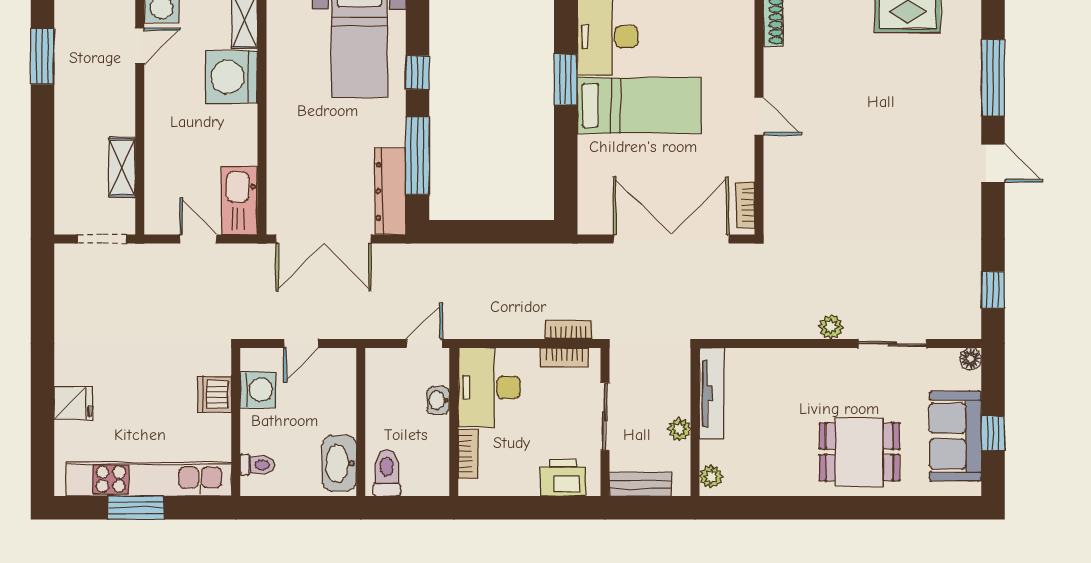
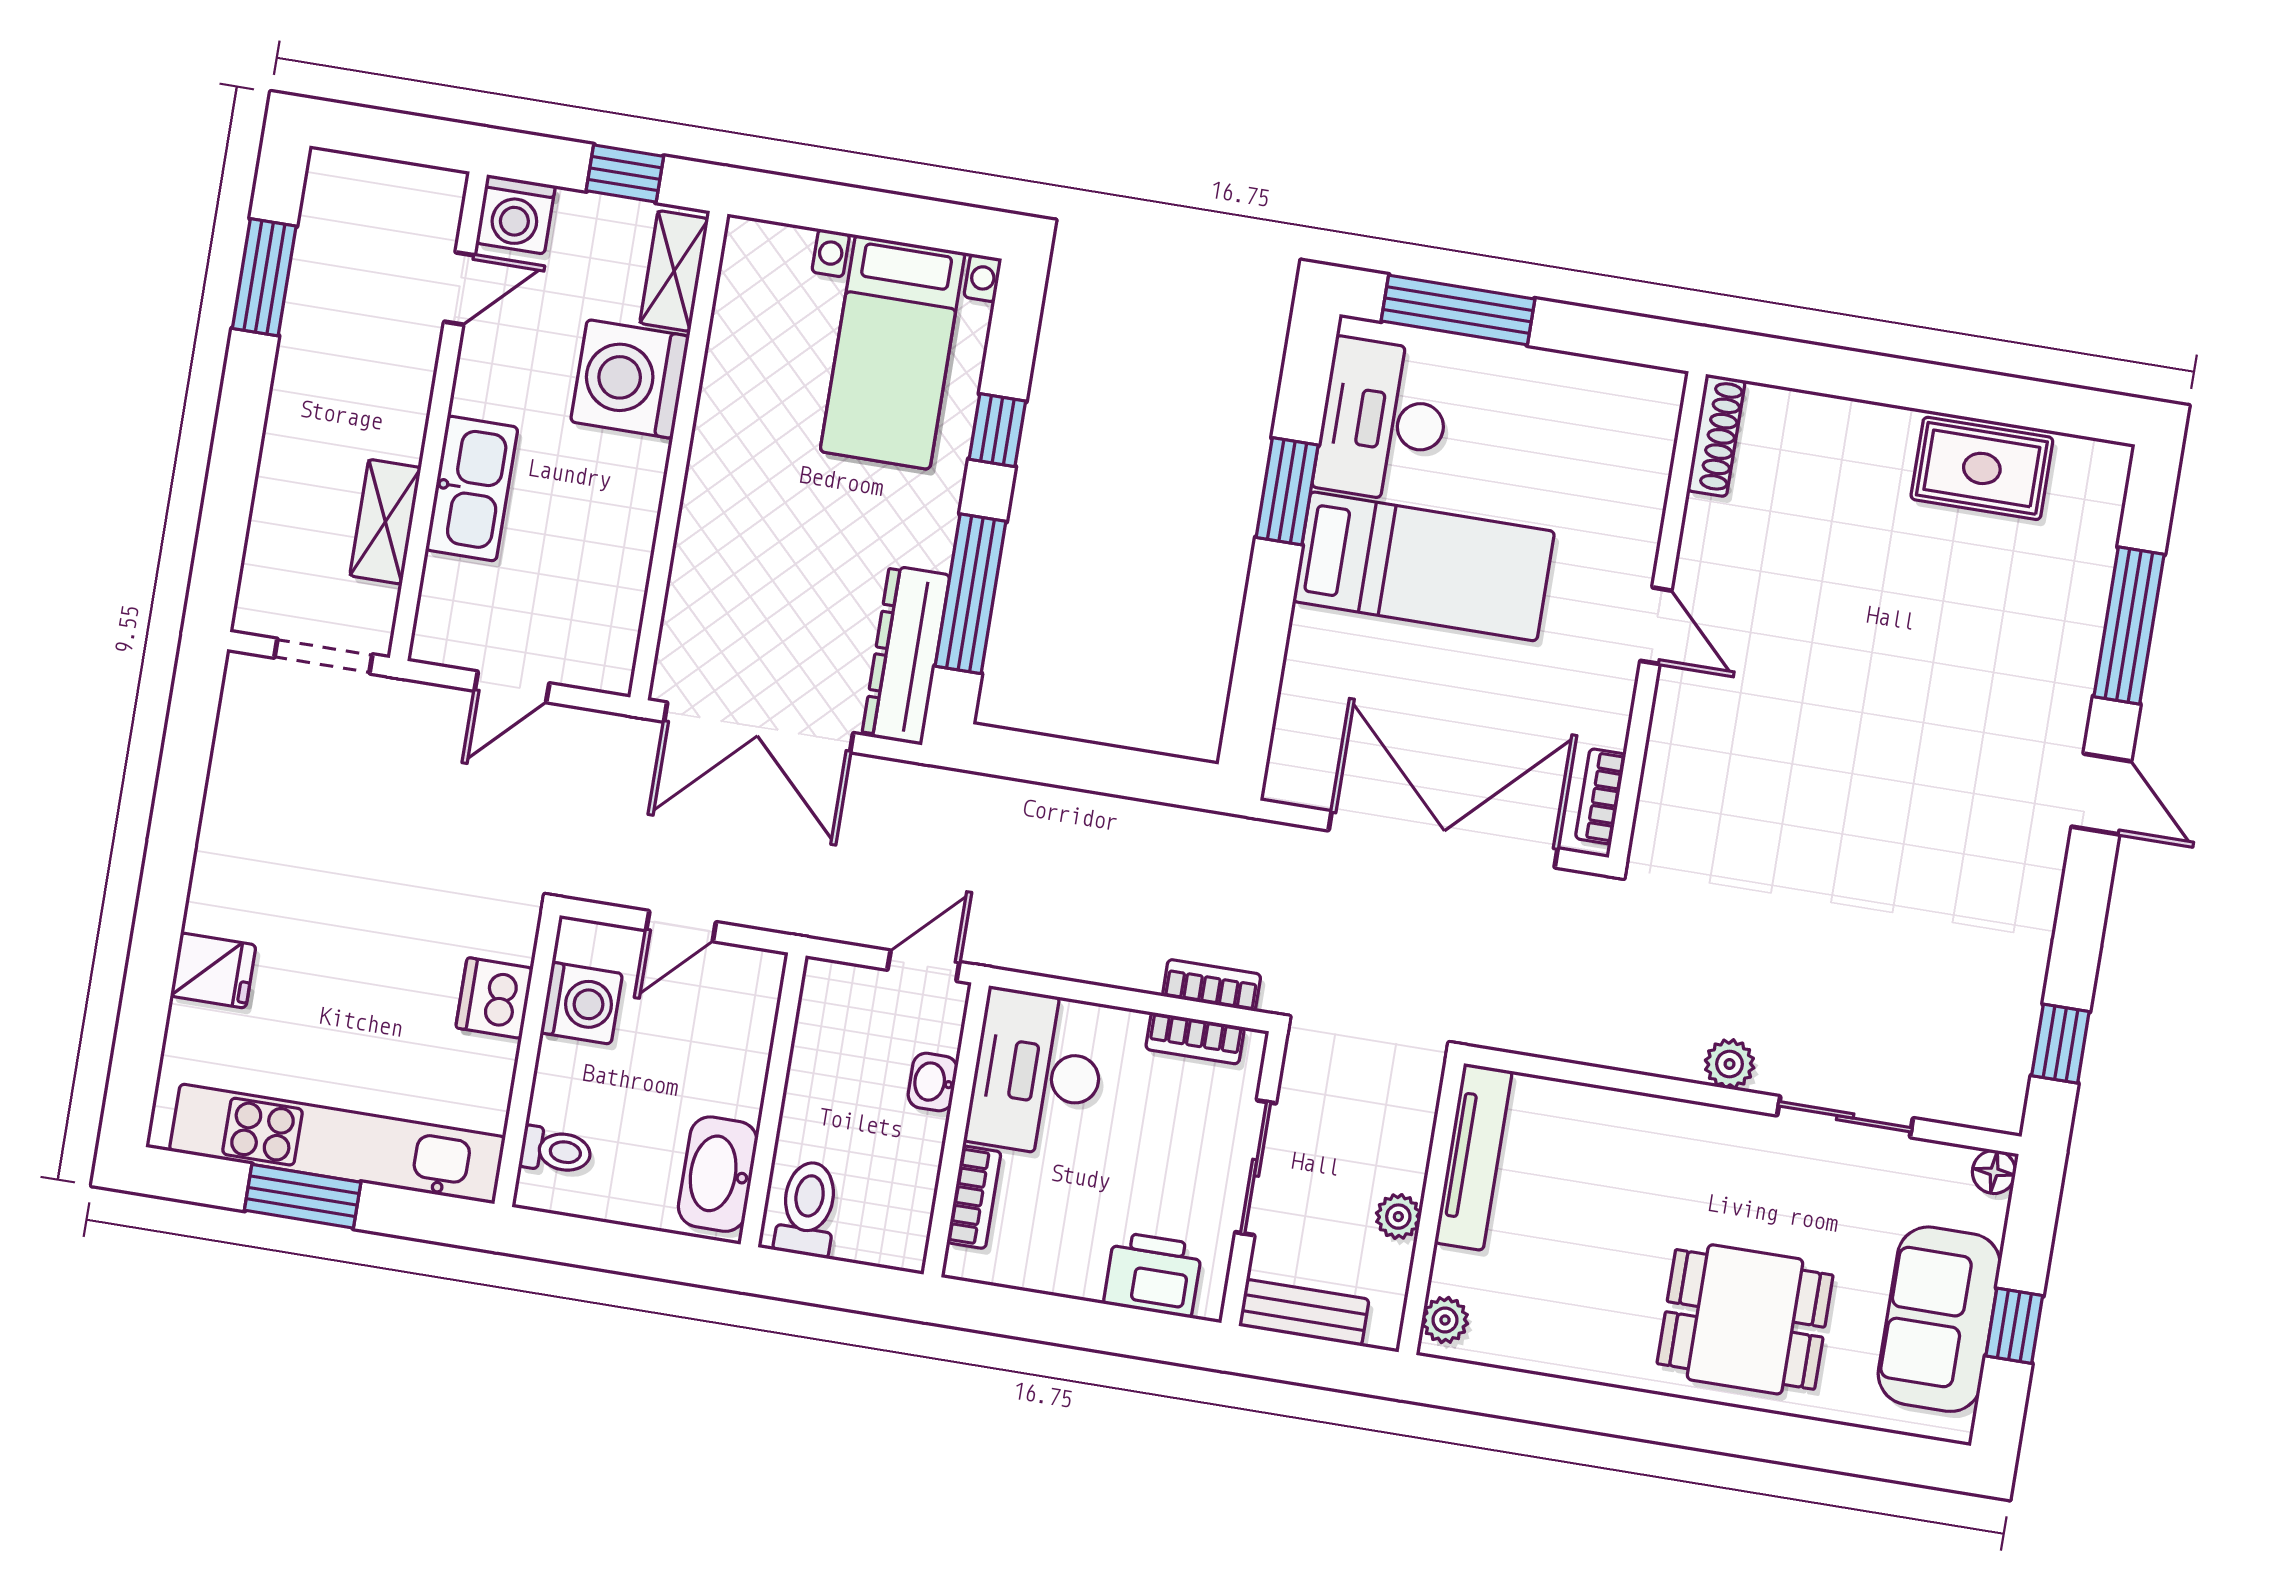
kitchen sink: (240, 200) -> (472, 489), moved, turned 180
door: (198, 239) -> (512, 687), swing flipped

